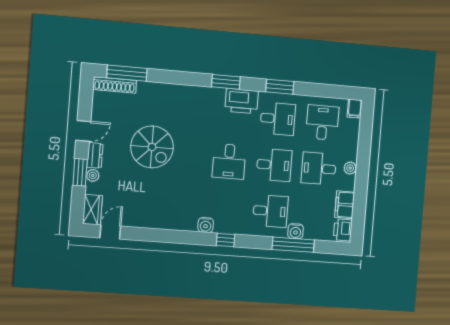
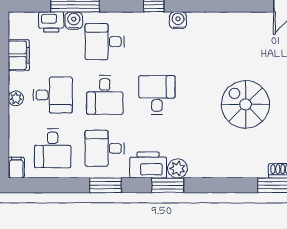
plant: (216, 96) -> (177, 168), added
desk: (274, 165) -> (105, 95), turned -90
printer: (343, 230) -> (51, 22), moved, turned 90

